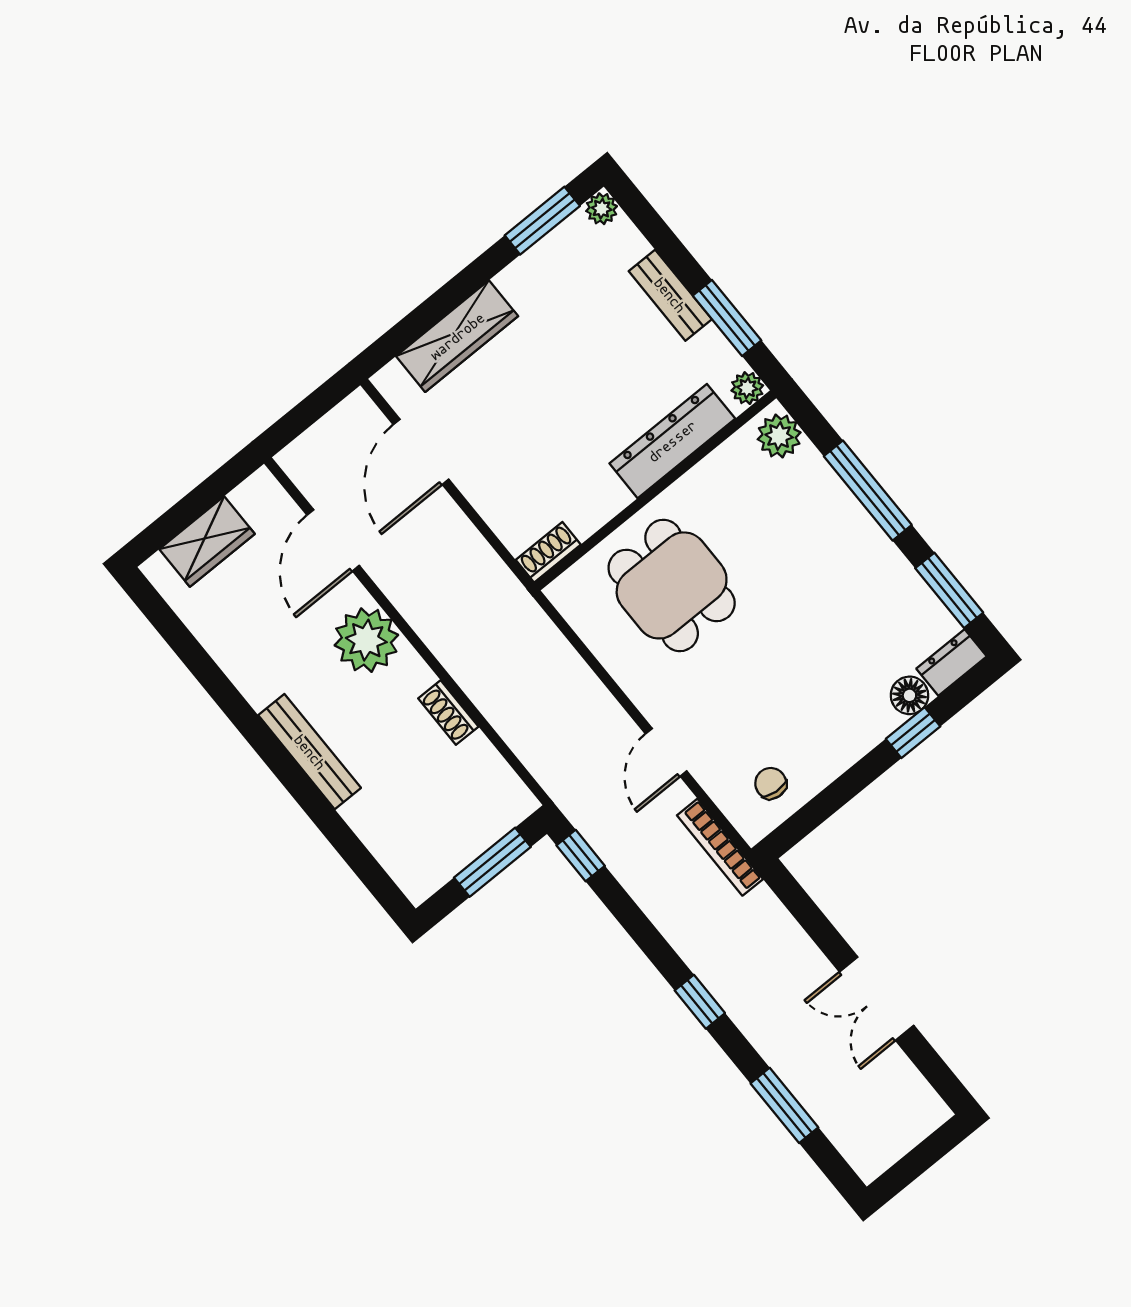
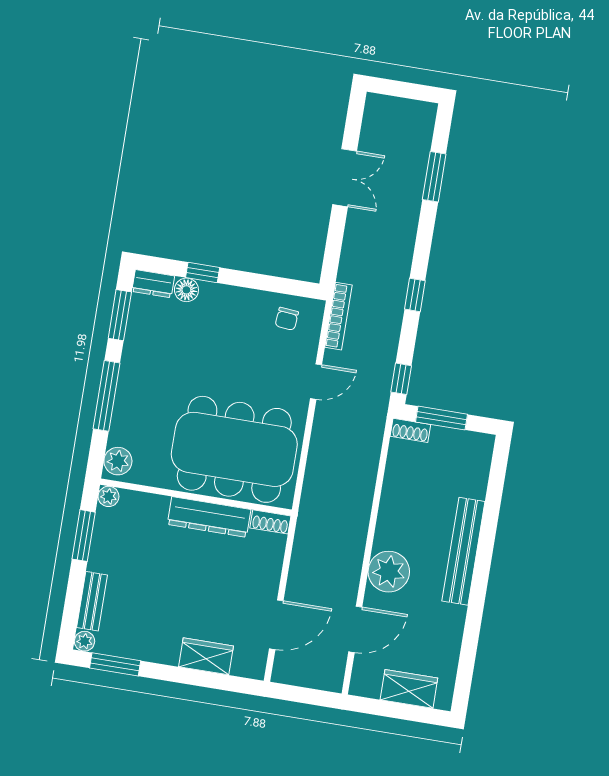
bench: (670, 295) -> (92, 601), moved
wardrobe: (457, 336) -> (206, 656), width x0.67
dresser: (672, 441) -> (209, 517), moved
dining table: (672, 585) -> (234, 449), width x1.88, depth x1.24
shoe rack: (448, 712) -> (410, 430), moved, turned 90
bench: (310, 752) -> (463, 551), width x1.37, depth x1.21
window: (700, 1002) -> (415, 295), moved

